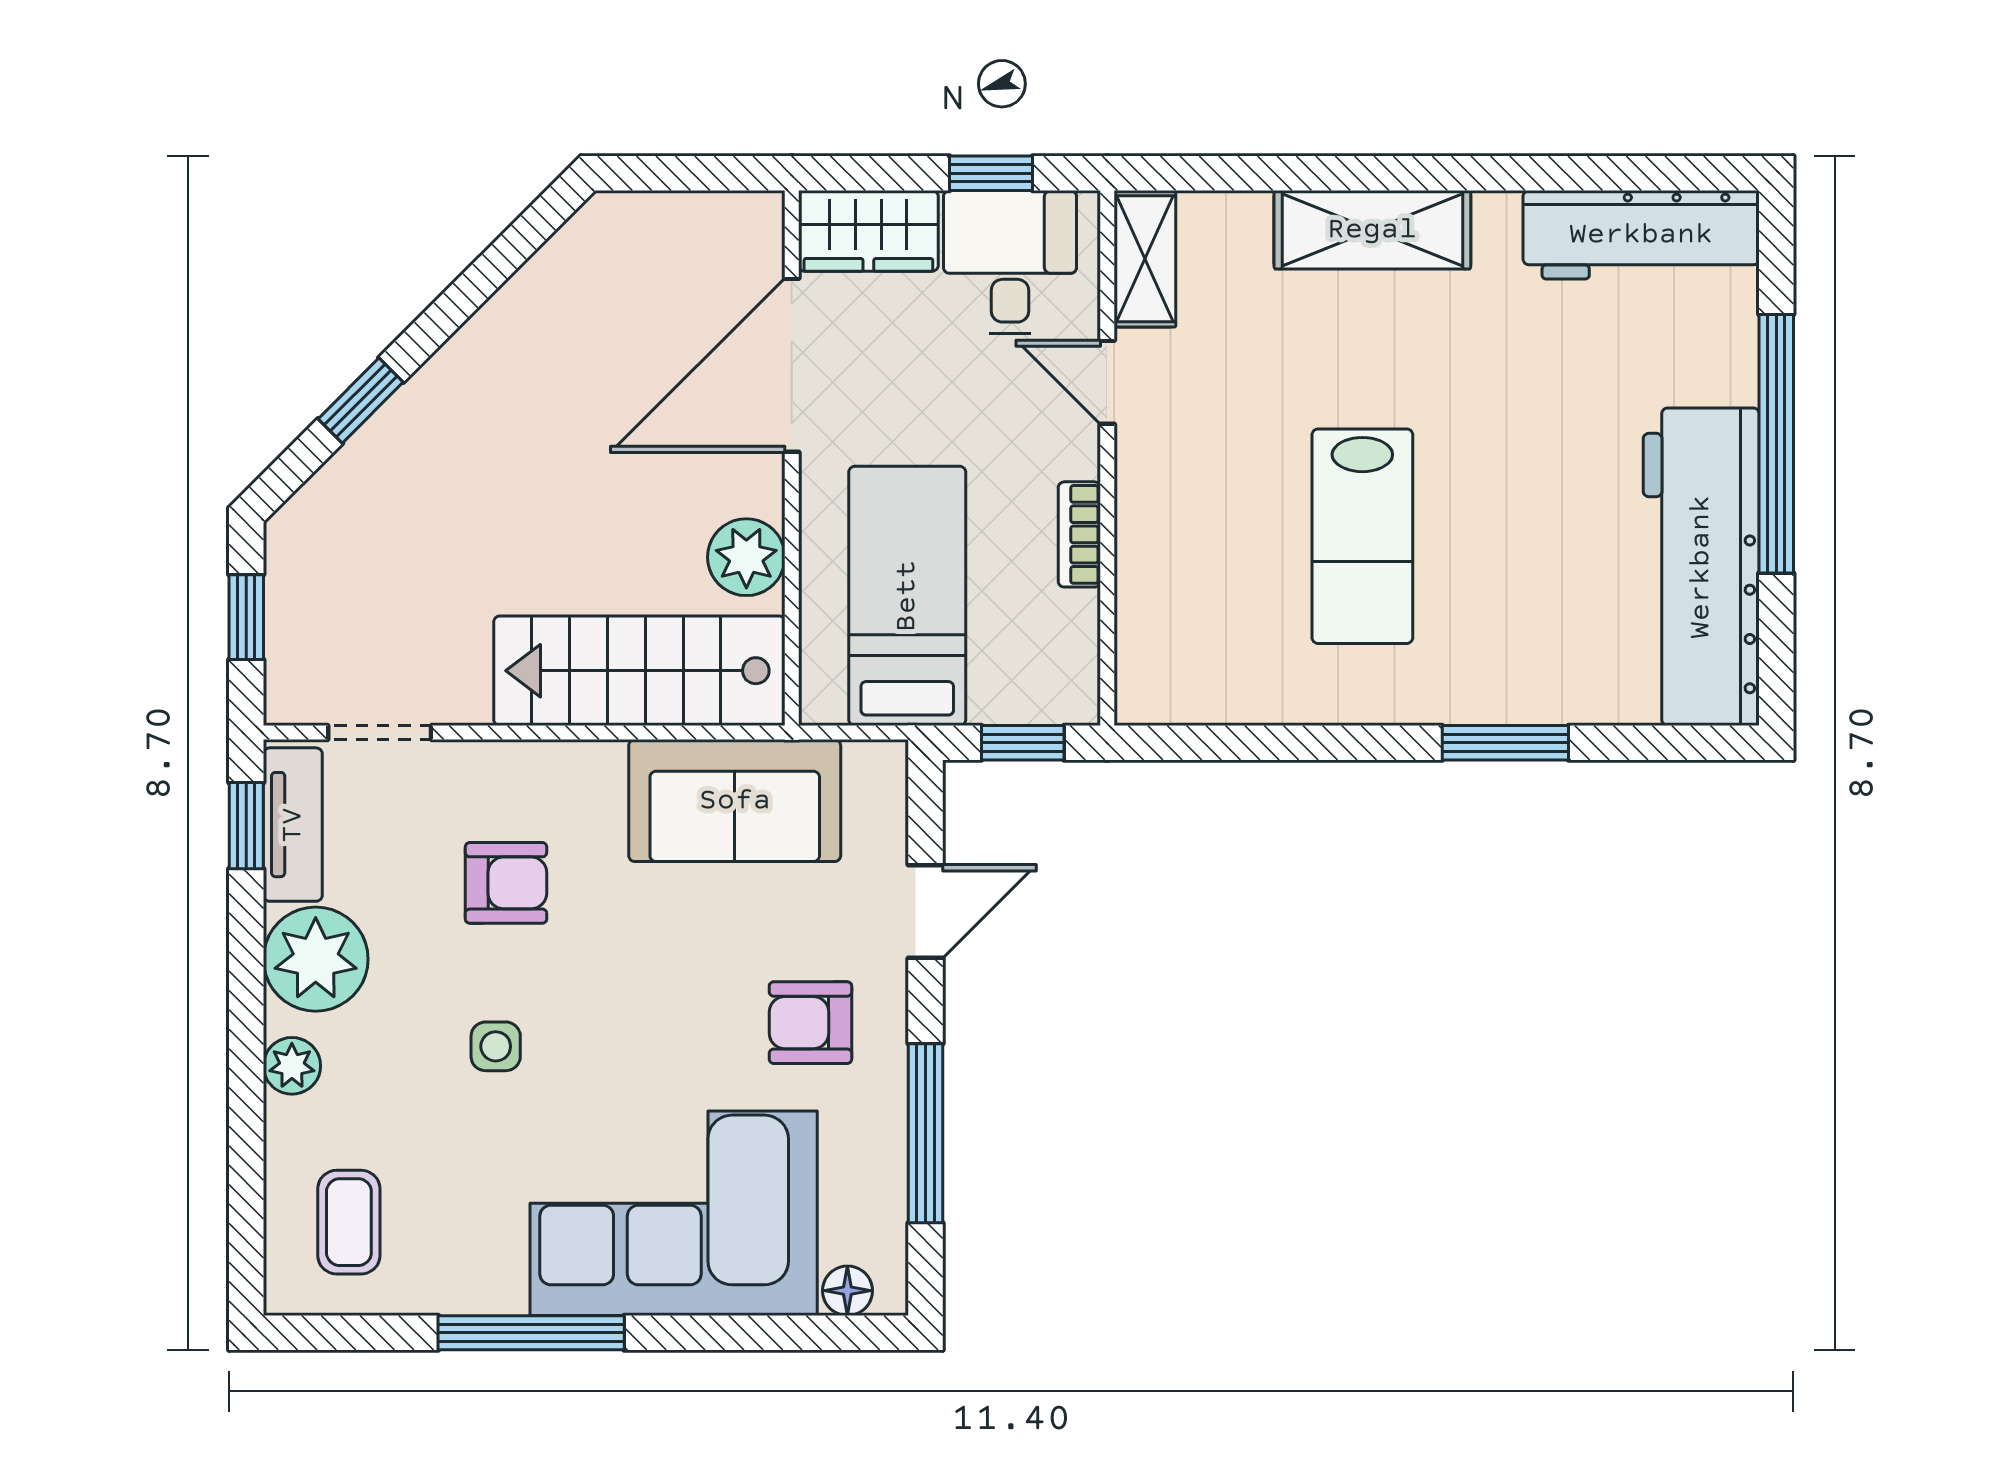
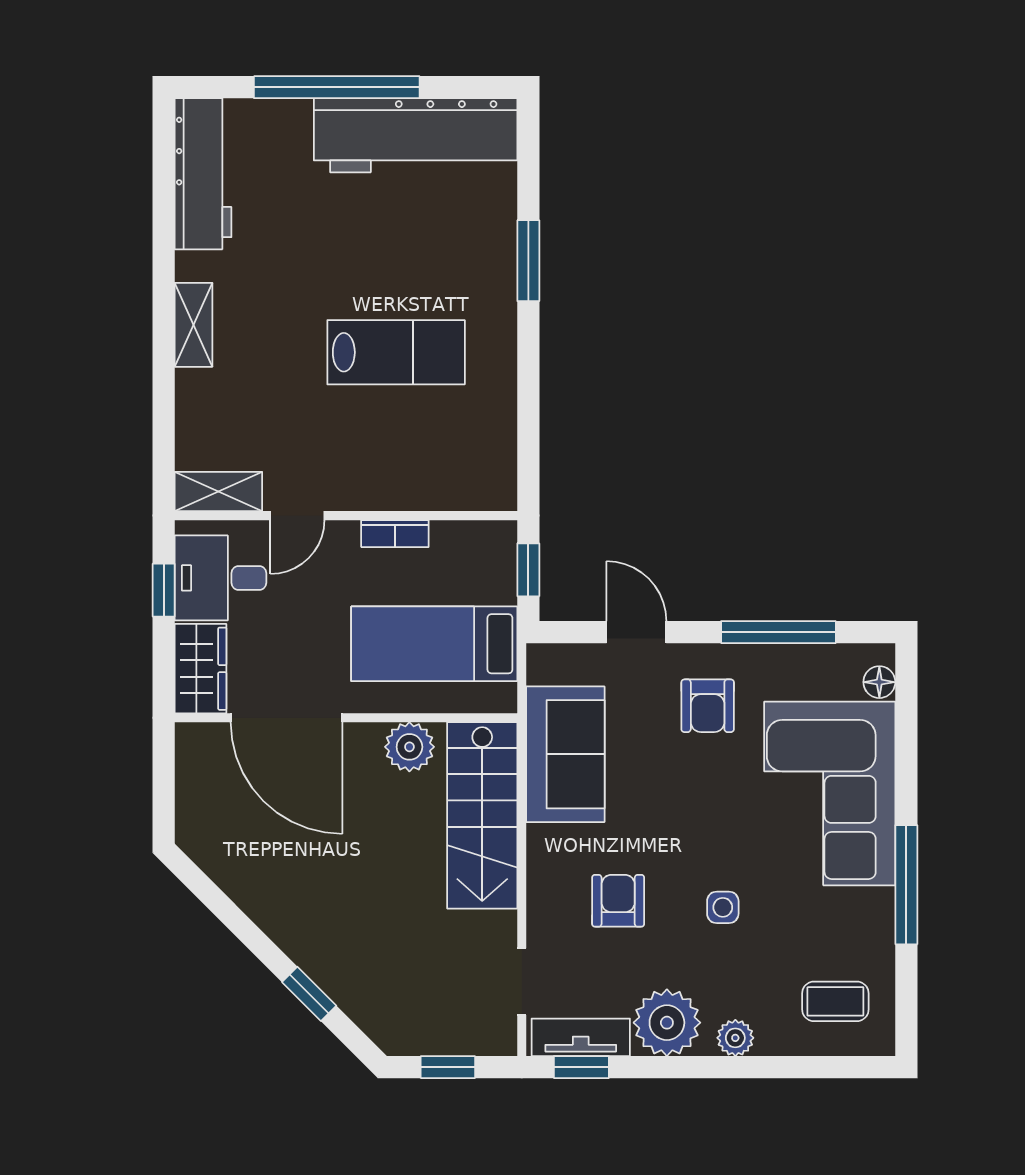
shelving: (1372, 230) -> (193, 325), width x0.67, depth x0.75

